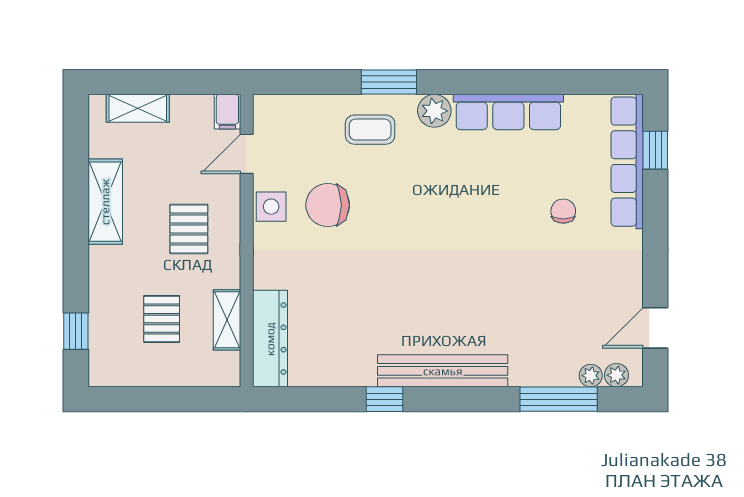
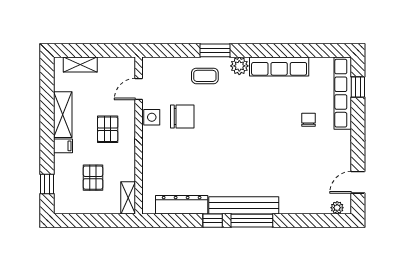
filing cabinet: (227, 112) -> (63, 146), moved, turned -90
chair: (328, 205) -> (182, 116), turned 180
shelving: (227, 320) -> (128, 198), moved
dresser: (270, 339) -> (182, 205), moved, turned -90
plant: (591, 376) -> (323, 208), removed
window: (559, 399) -> (252, 221), moved

